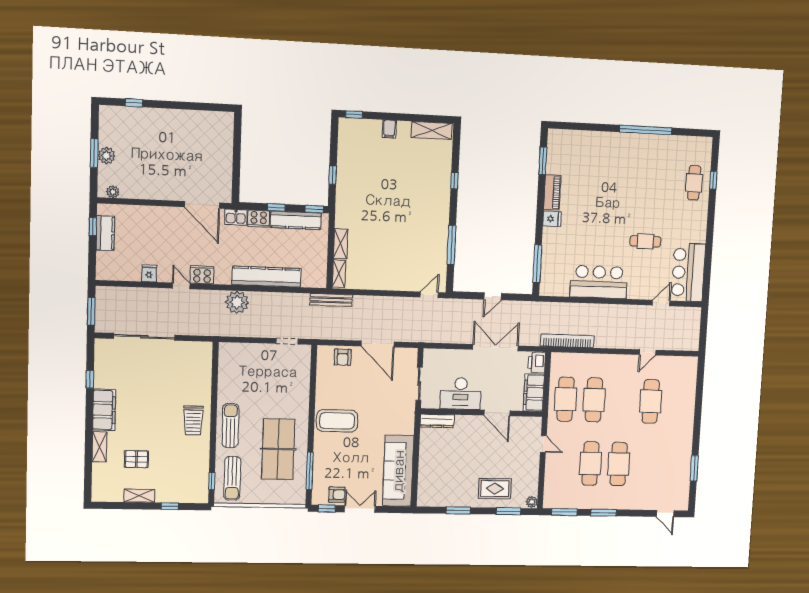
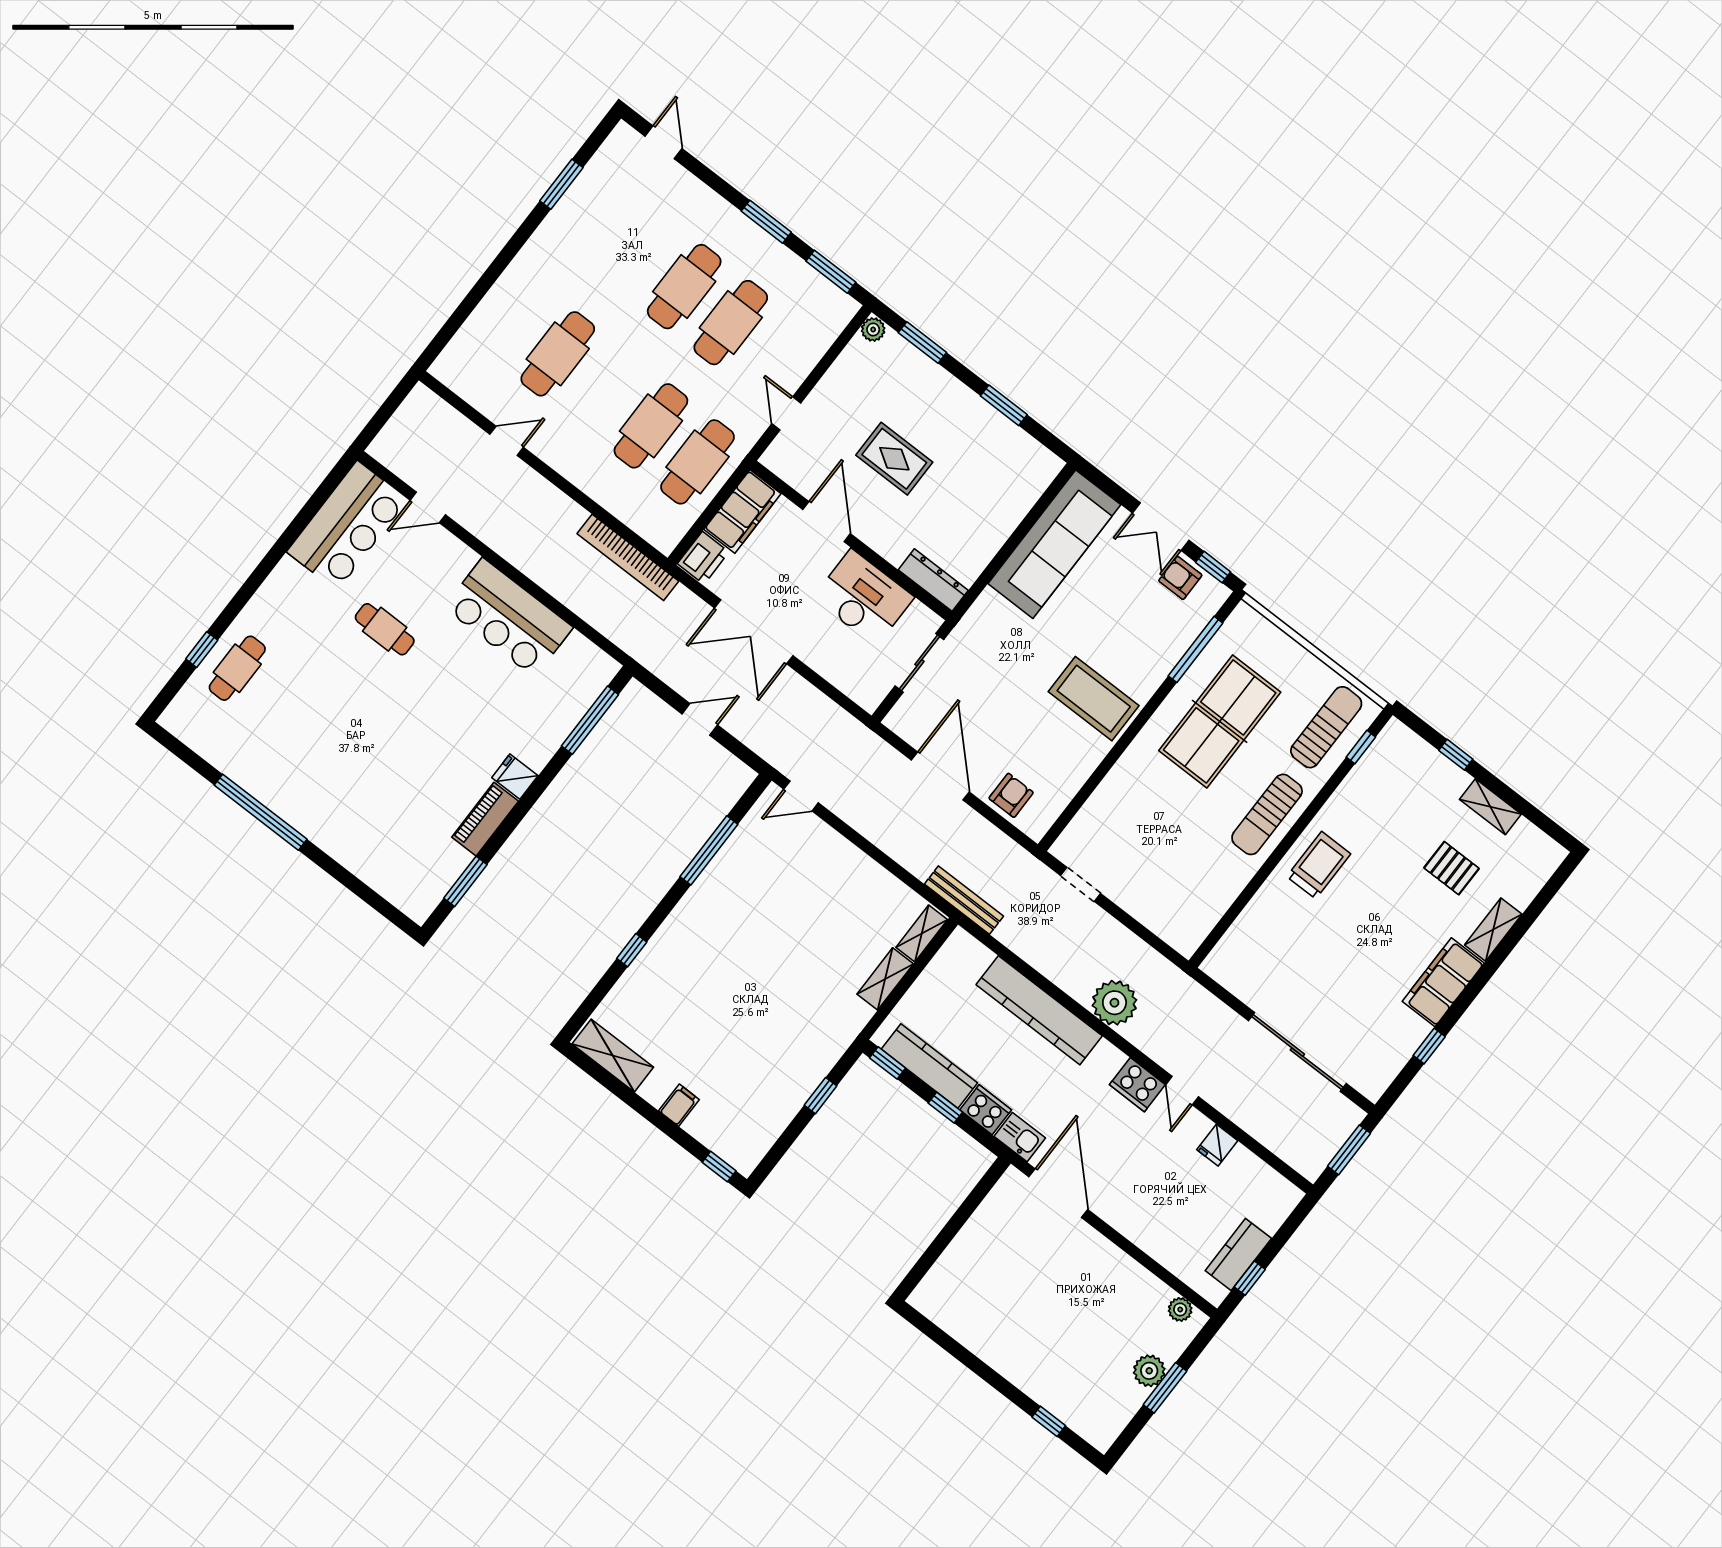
rug: (495, 489) -> (894, 459), moved

